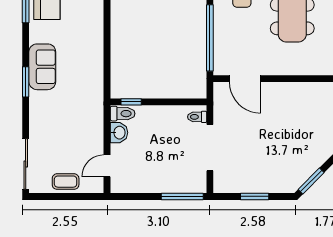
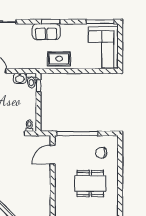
sofa: (42, 67) -> (46, 32), moved
rug: (87, 68) -> (59, 59), added

